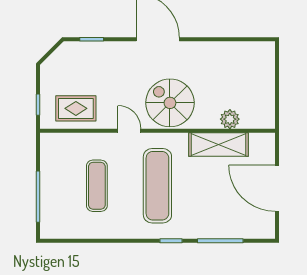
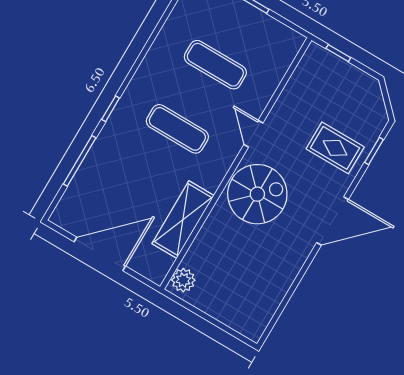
rug: (76, 108) -> (335, 148), moved, turned 90
plant: (230, 119) -> (183, 280), moved
door: (129, 131) -> (253, 134), swing flipped
exercise mat: (157, 186) -> (177, 129), width x0.73, depth x0.69

